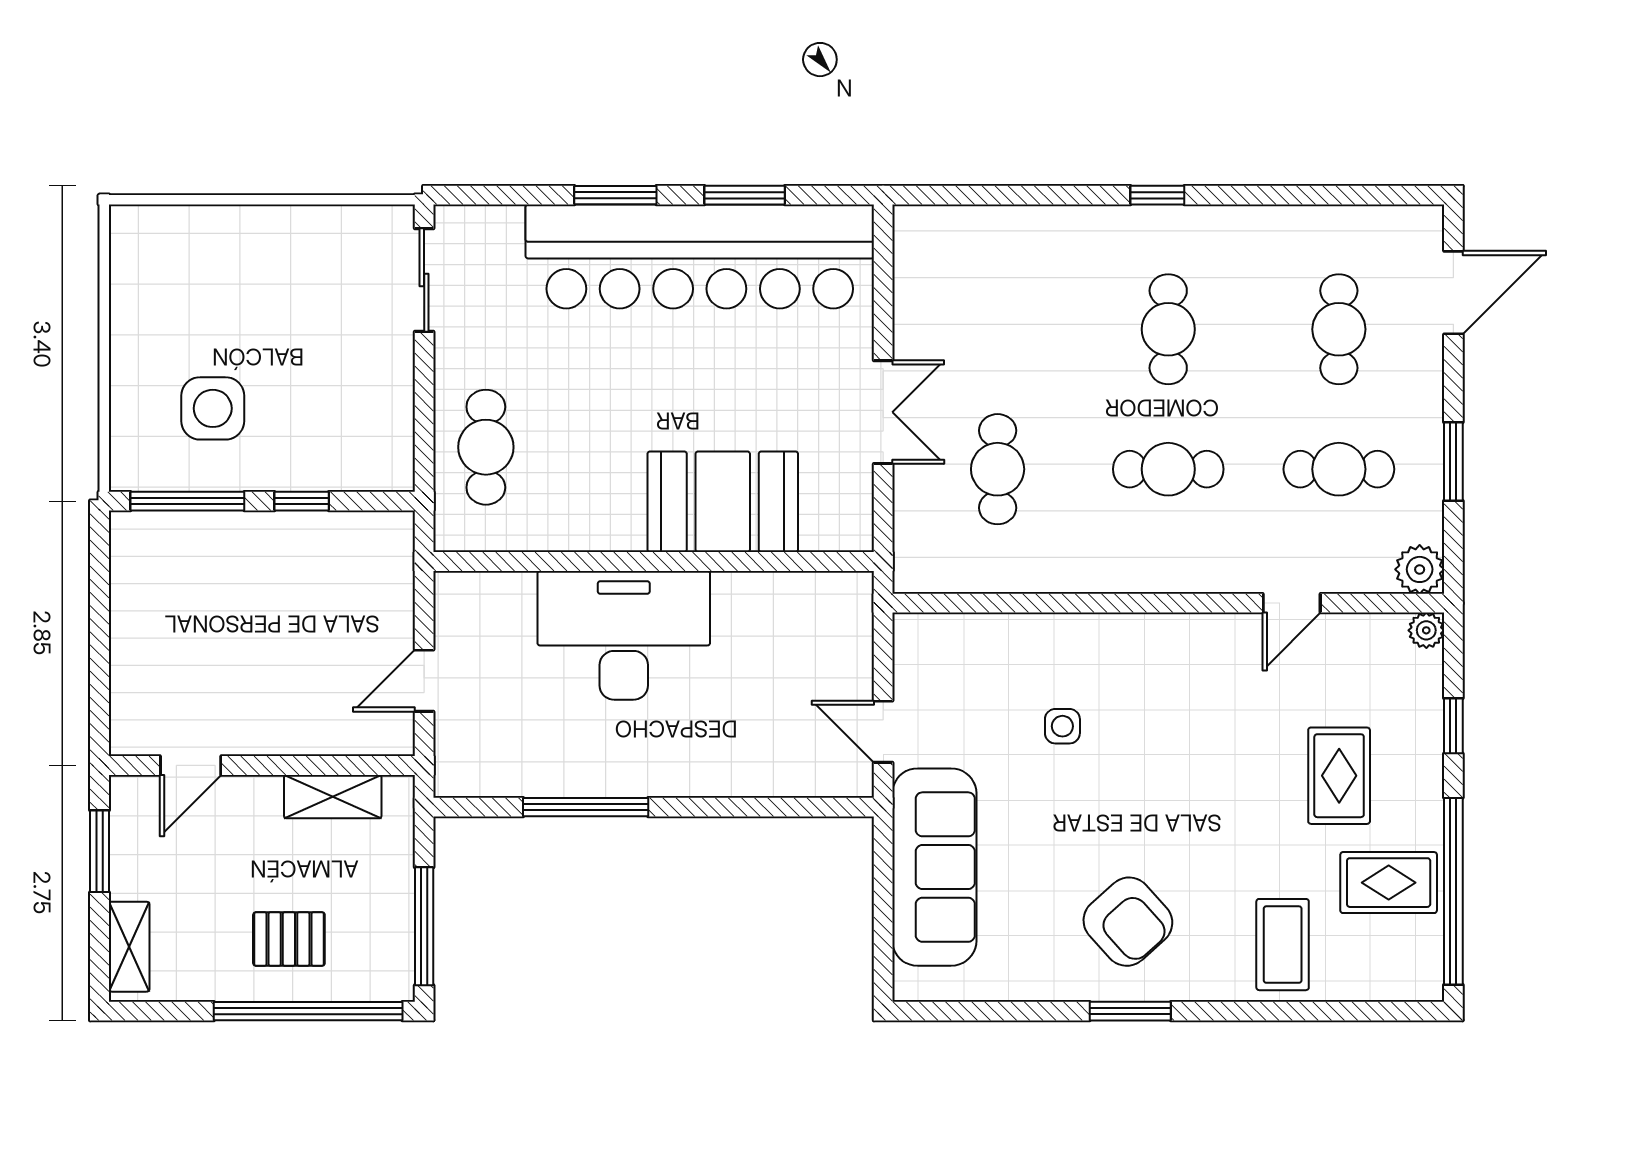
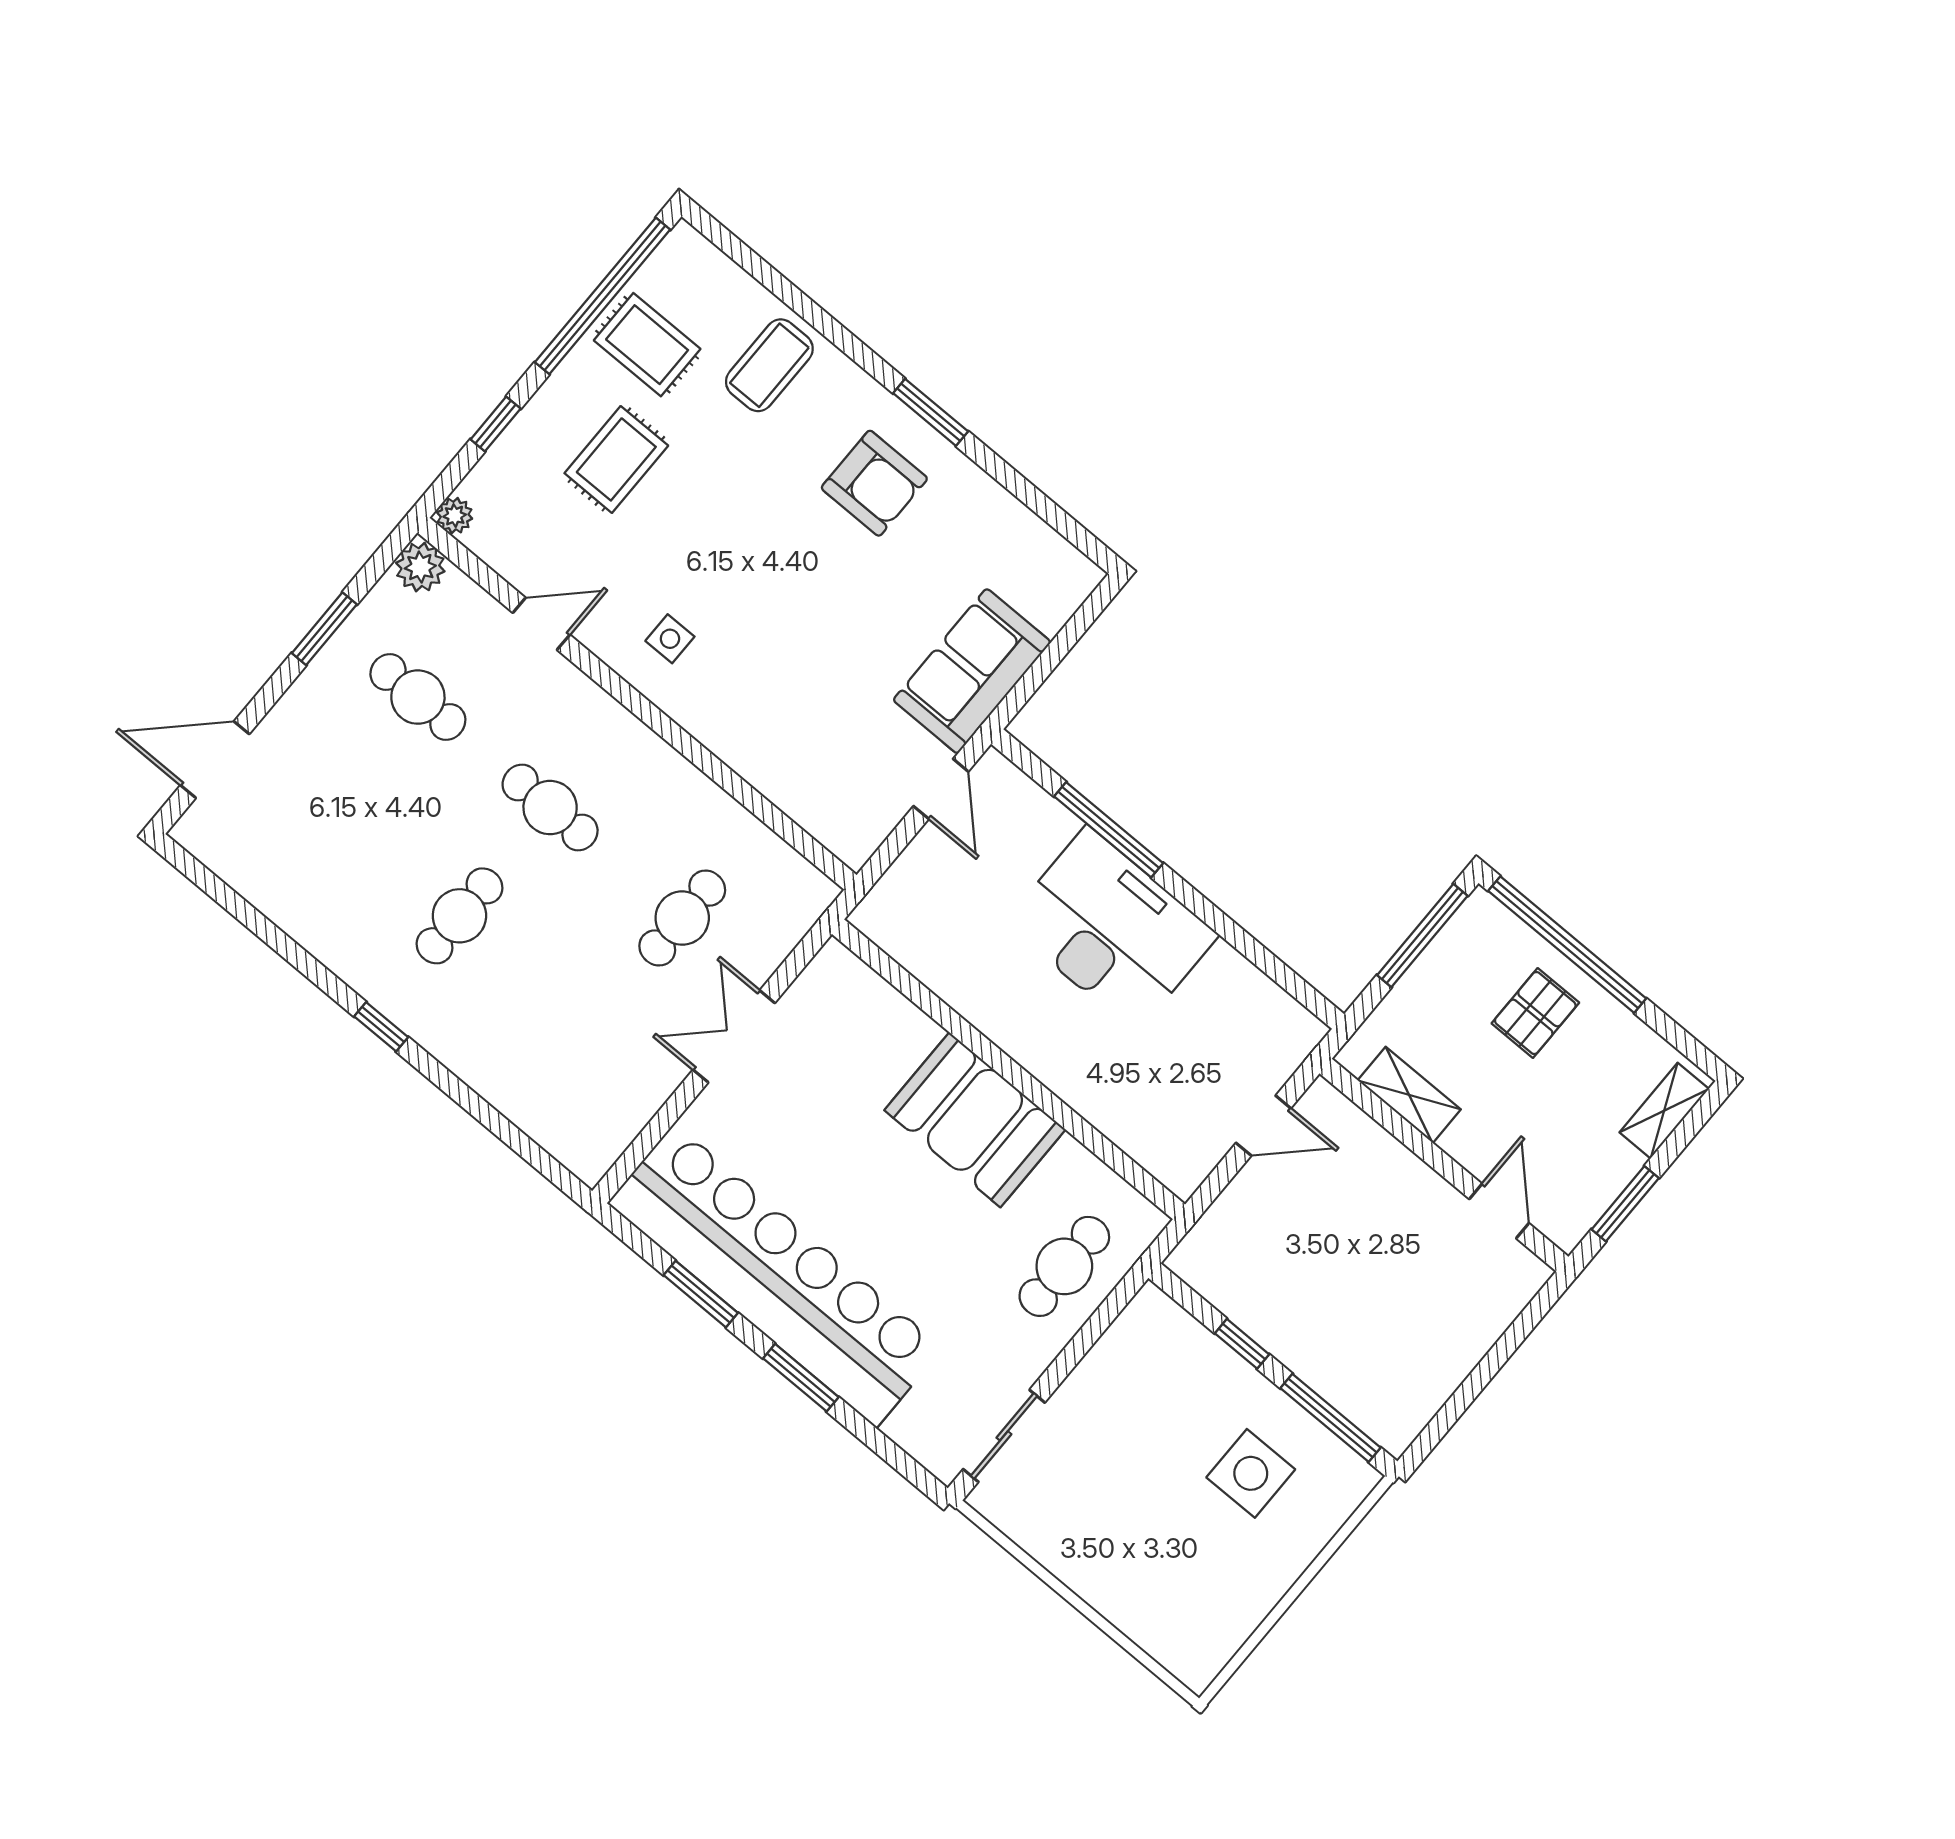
cafe table: (1339, 329) -> (327, 805), removed
booth: (723, 502) -> (975, 1120), moved
desk: (624, 635) -> (1111, 929), moved, turned 180
side table: (1062, 726) -> (670, 639), moved
door: (191, 765) -> (1499, 1211), hinge flipped
window: (586, 807) -> (1109, 830), moved
sofa: (934, 867) -> (972, 671), width x0.73
armchair: (1128, 922) -> (874, 483), turned 132
pallet: (289, 939) -> (1535, 1013), turned 90

